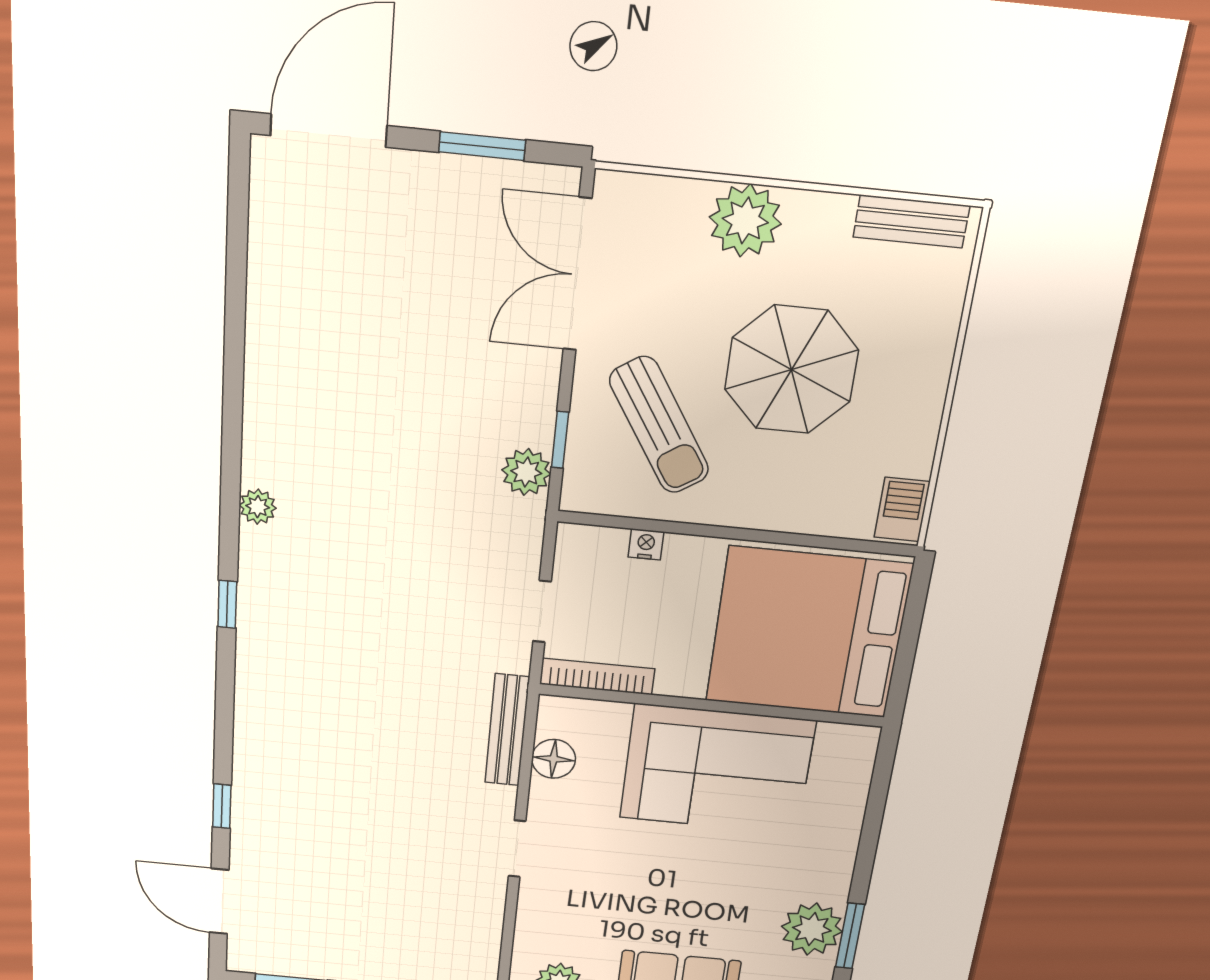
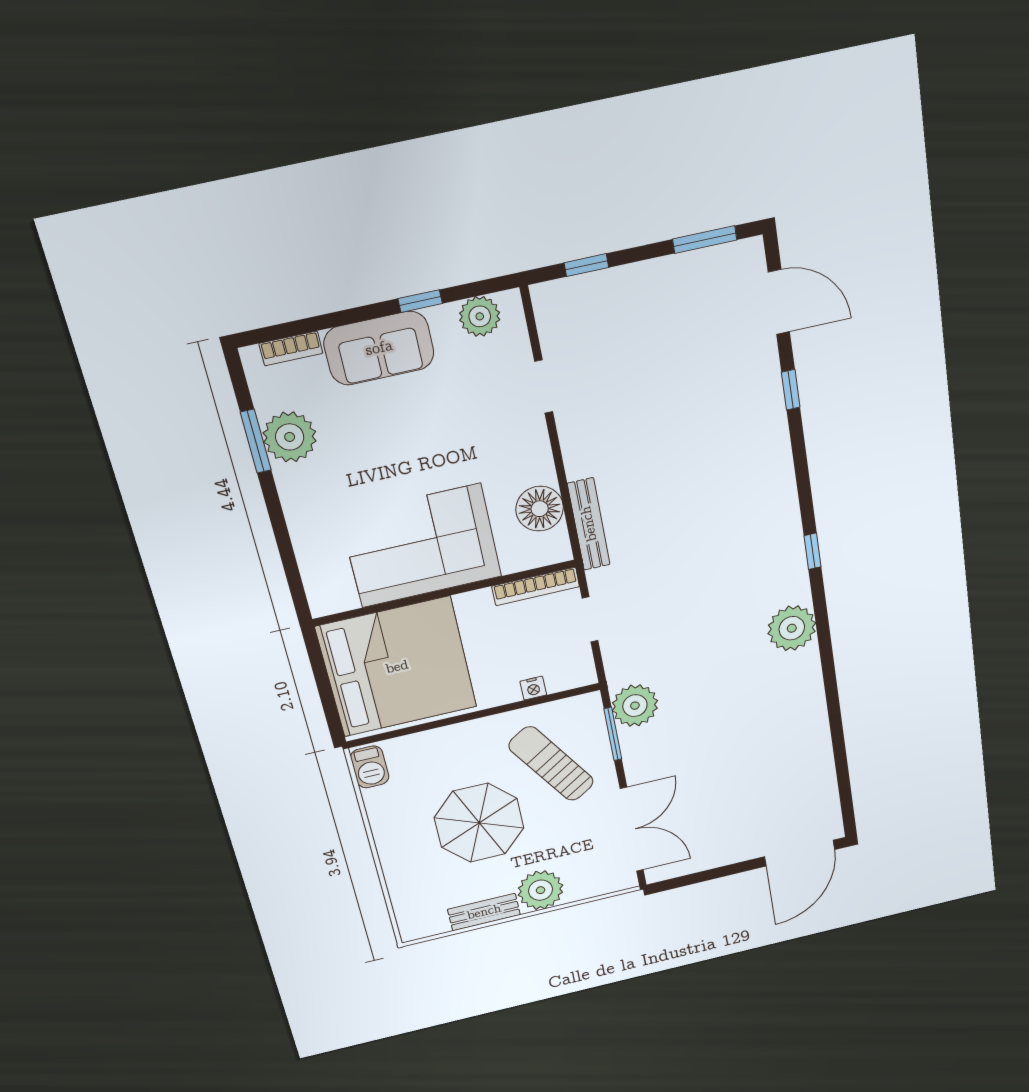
window: (482, 146) -> (708, 875), removed
bench: (911, 221) -> (484, 912), moved
window: (560, 440) -> (613, 734), width x1.50
plant: (526, 472) -> (635, 706), width x1.36, depth x1.36
plant: (258, 507) -> (792, 628), width x1.88, depth x1.88
floor lamp: (554, 759) -> (540, 509), width x1.38, depth x1.38
doorway: (517, 849) -> (544, 387), moved

